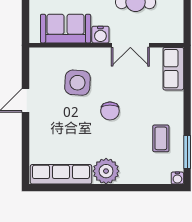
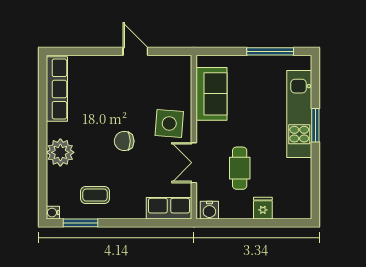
water cooler: (100, 35) -> (209, 210), moved, turned -90
side table: (77, 83) -> (169, 123), moved
plant: (106, 171) -> (60, 152), moved

